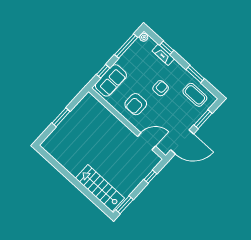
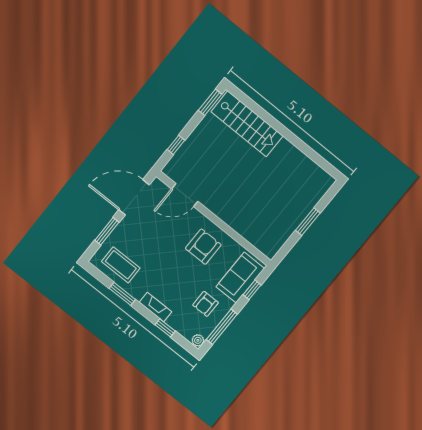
fireplace: (163, 55) -> (156, 307), moved
armchair: (161, 88) -> (206, 304), moved

